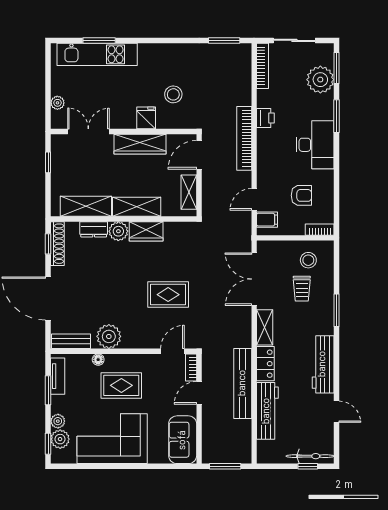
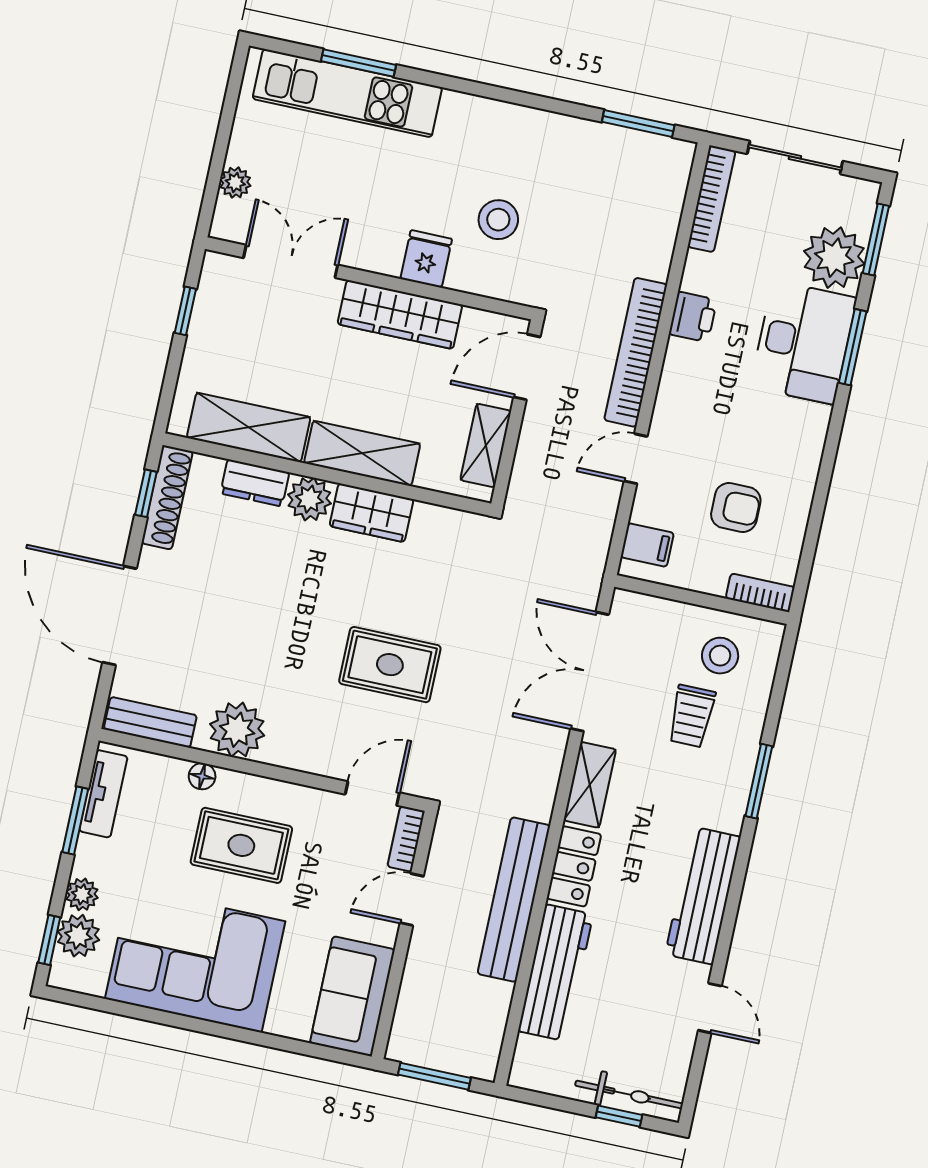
desk: (315, 145) -> (803, 342), moved
door: (254, 199) -> (636, 459), moved

